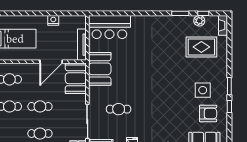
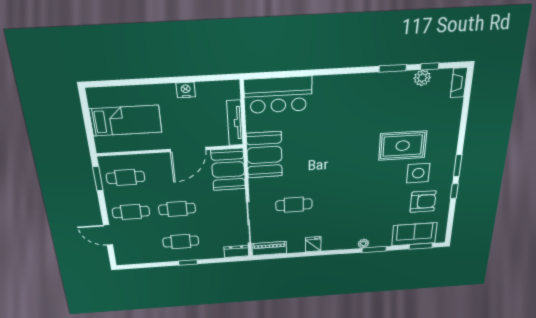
rug: (201, 47) -> (403, 146), moved

